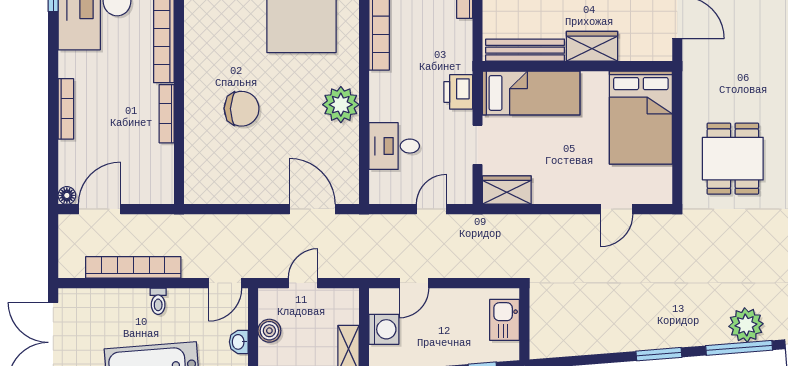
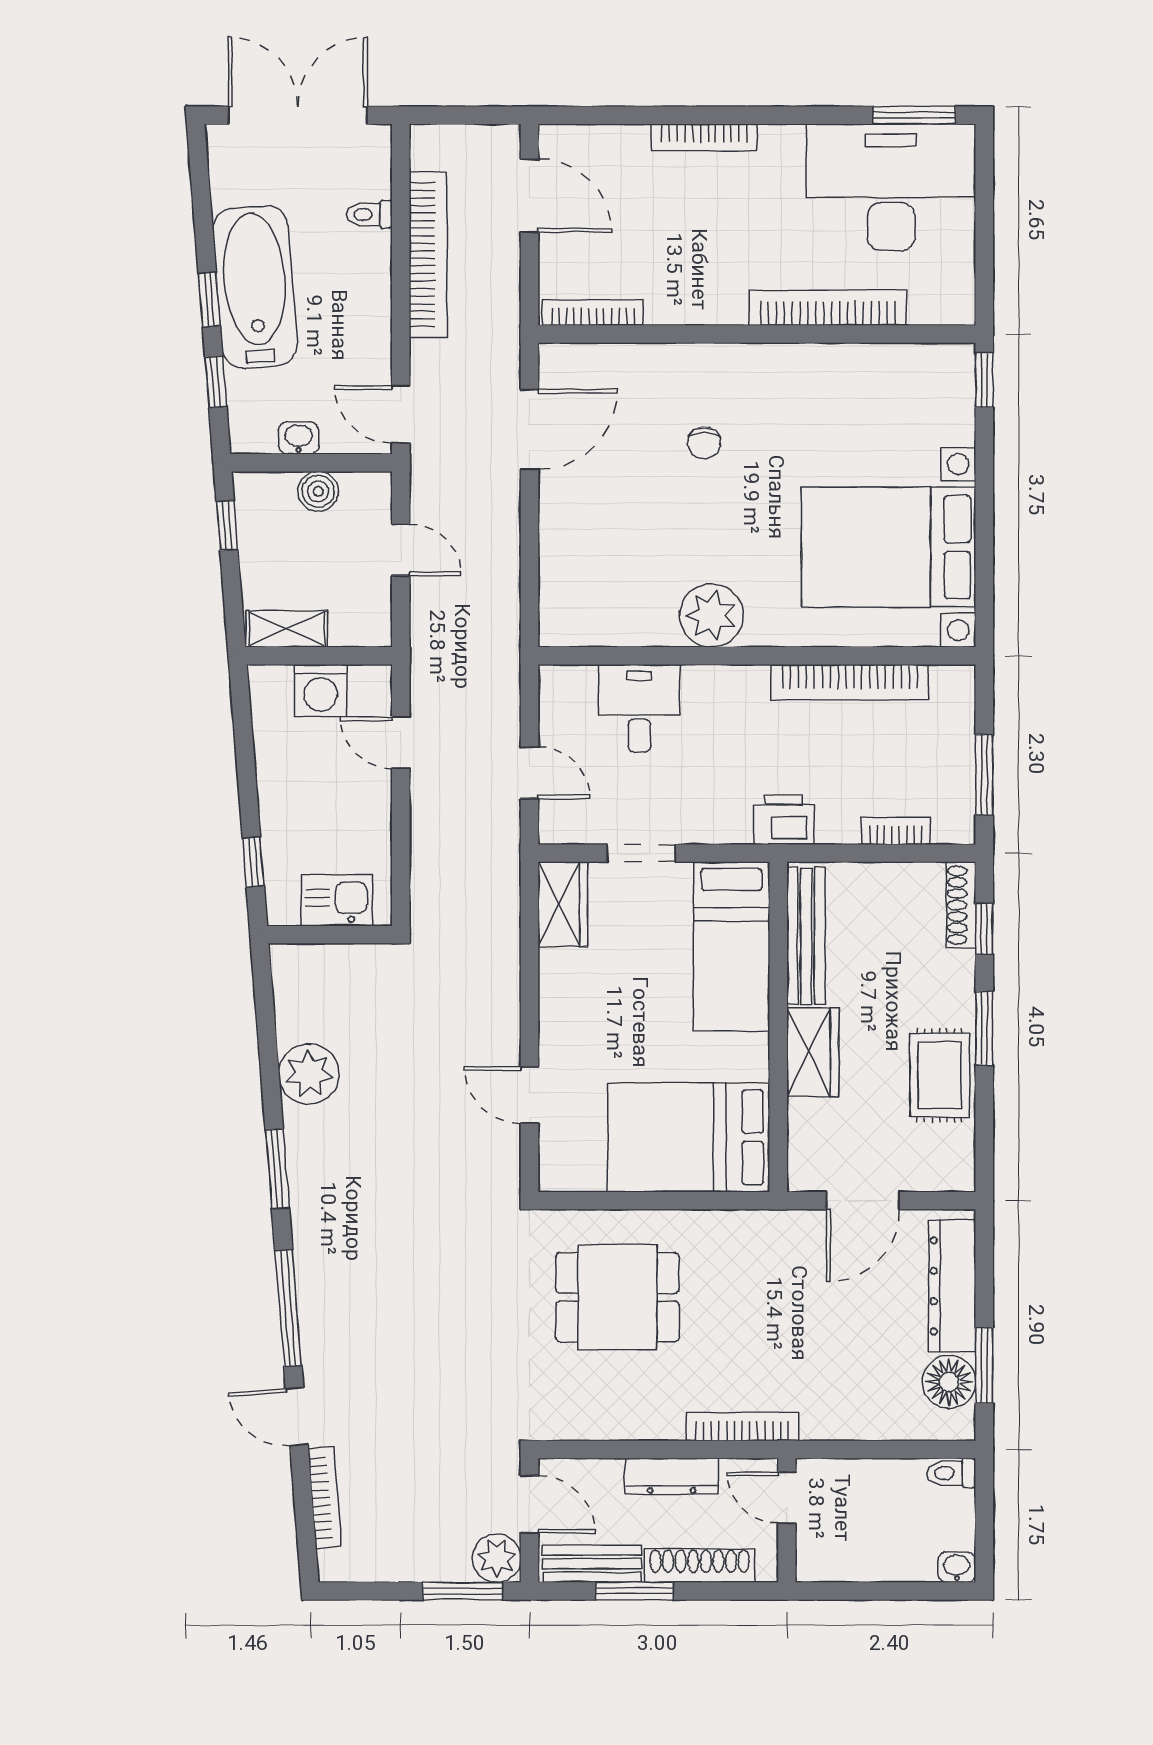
printer: (458, 92) -> (784, 820), moved
chair: (242, 109) -> (704, 443), width x0.54, depth x0.54
bookcase: (167, 114) -> (593, 313), moved
floor lamp: (67, 195) -> (553, 139), removed
door: (312, 209) -> (530, 429), moved
toilet: (158, 301) -> (369, 214), moved
plant: (746, 325) -> (309, 1074), moved

